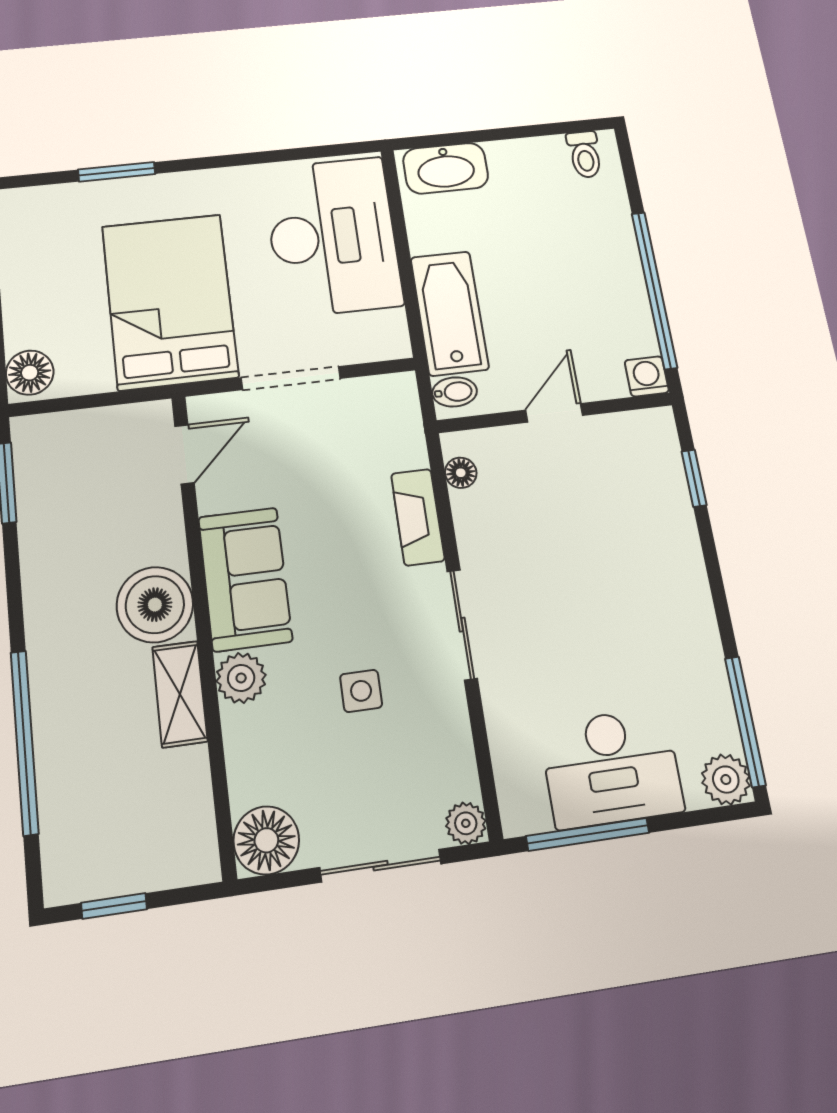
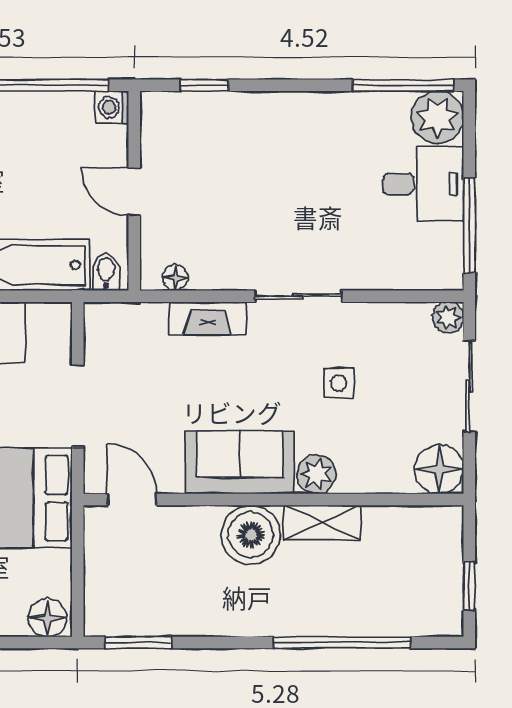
desk: (611, 768) -> (423, 184), width x0.73
plant: (726, 780) -> (437, 117), width x1.36, depth x1.36

